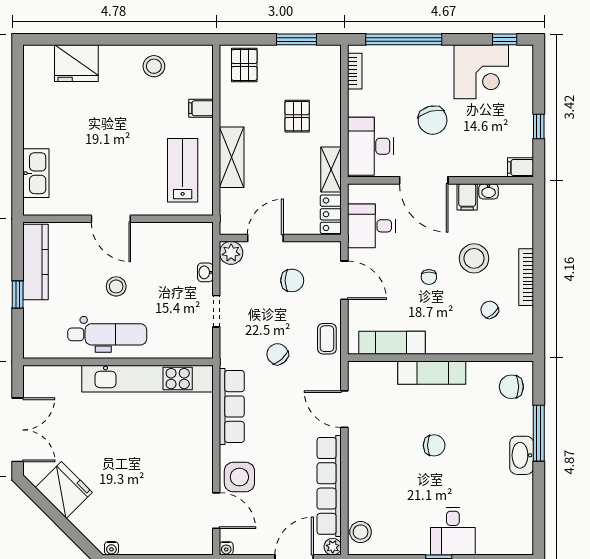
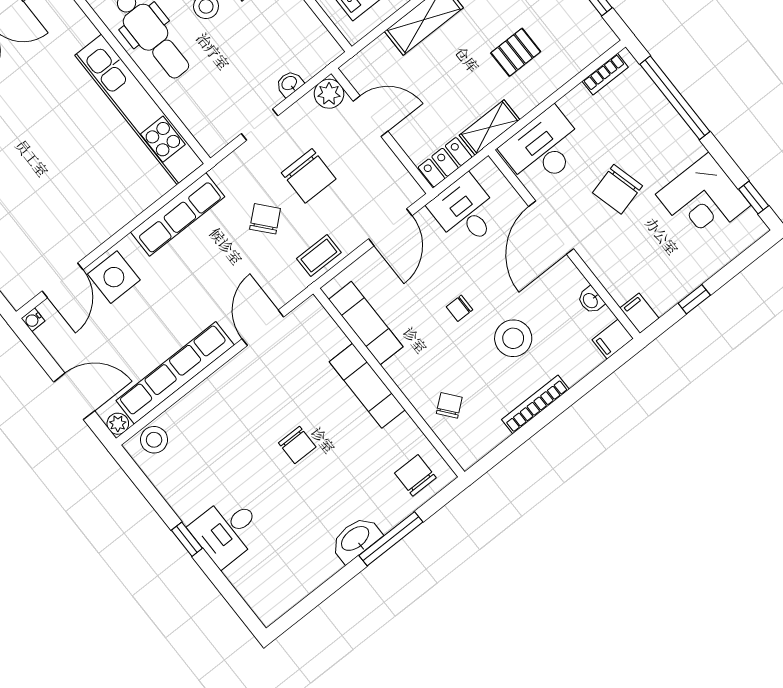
filing cabinet: (467, 197) -> (613, 339), moved
chair: (292, 280) -> (309, 176), moved, width x1.37, depth x1.37
chair: (490, 310) -> (449, 405), moved

